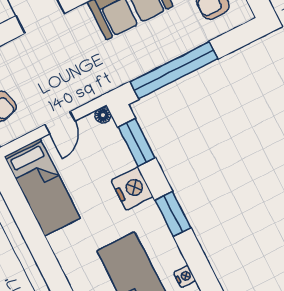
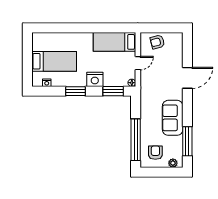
window: (174, 70) -> (136, 140), moved
door: (60, 123) -> (138, 63), swing flipped

